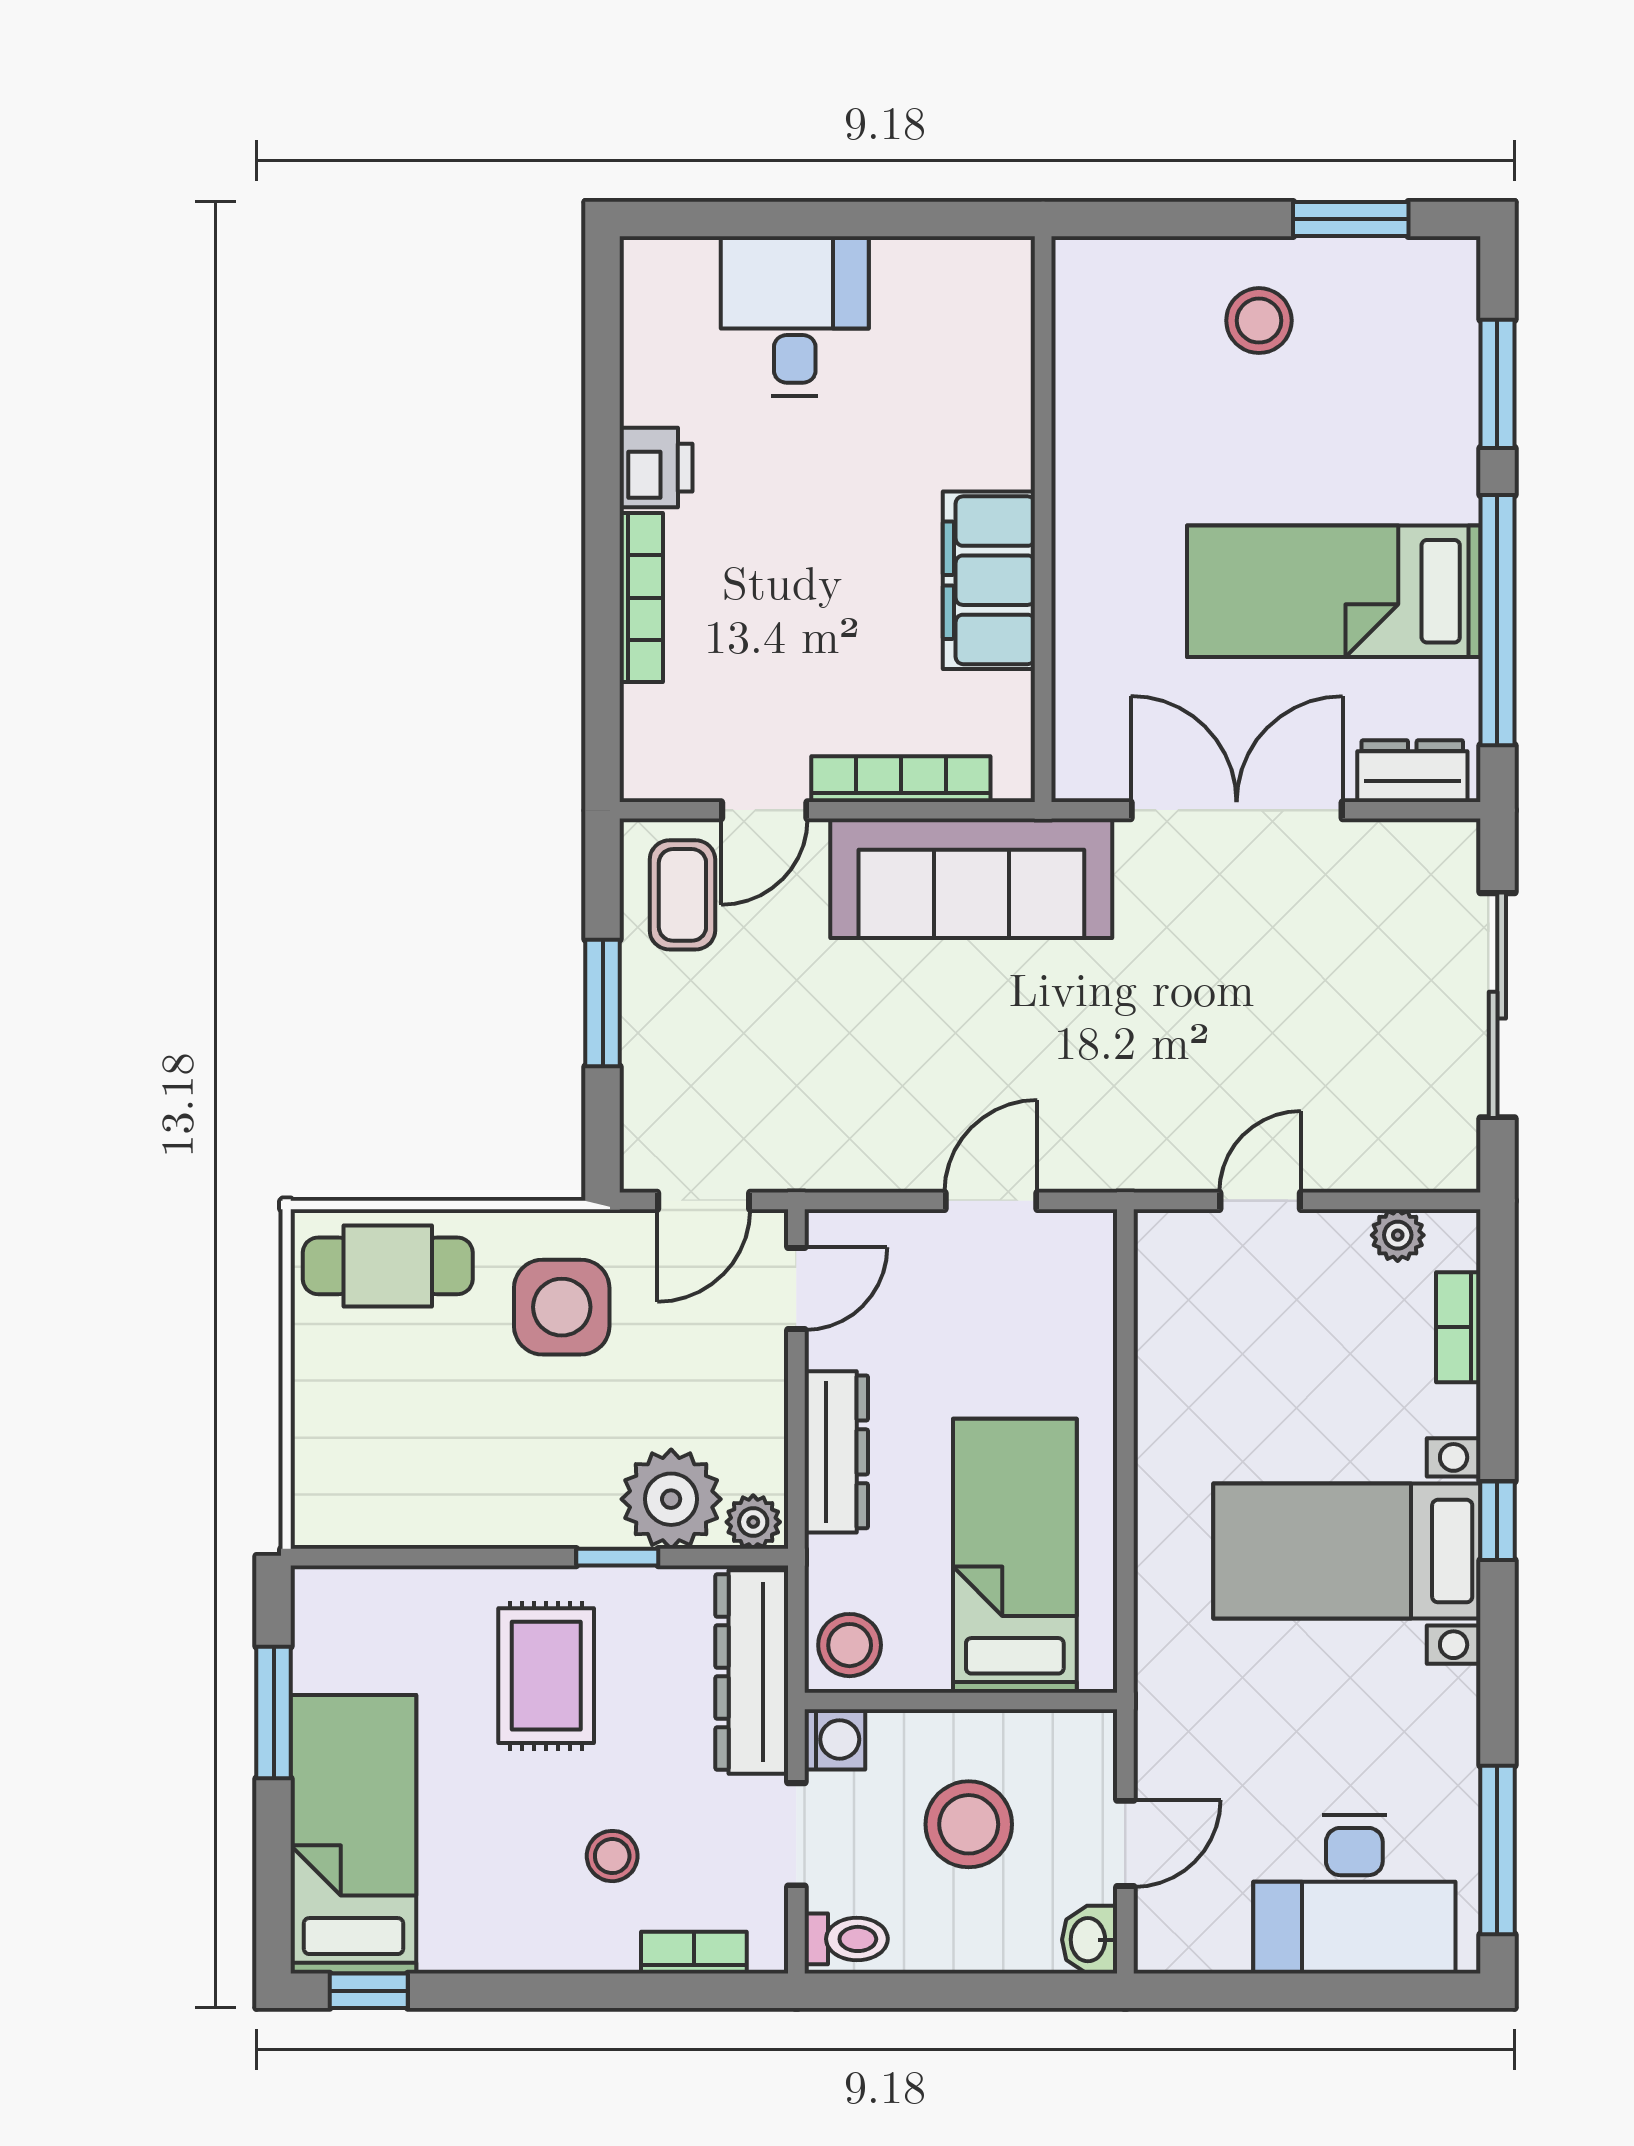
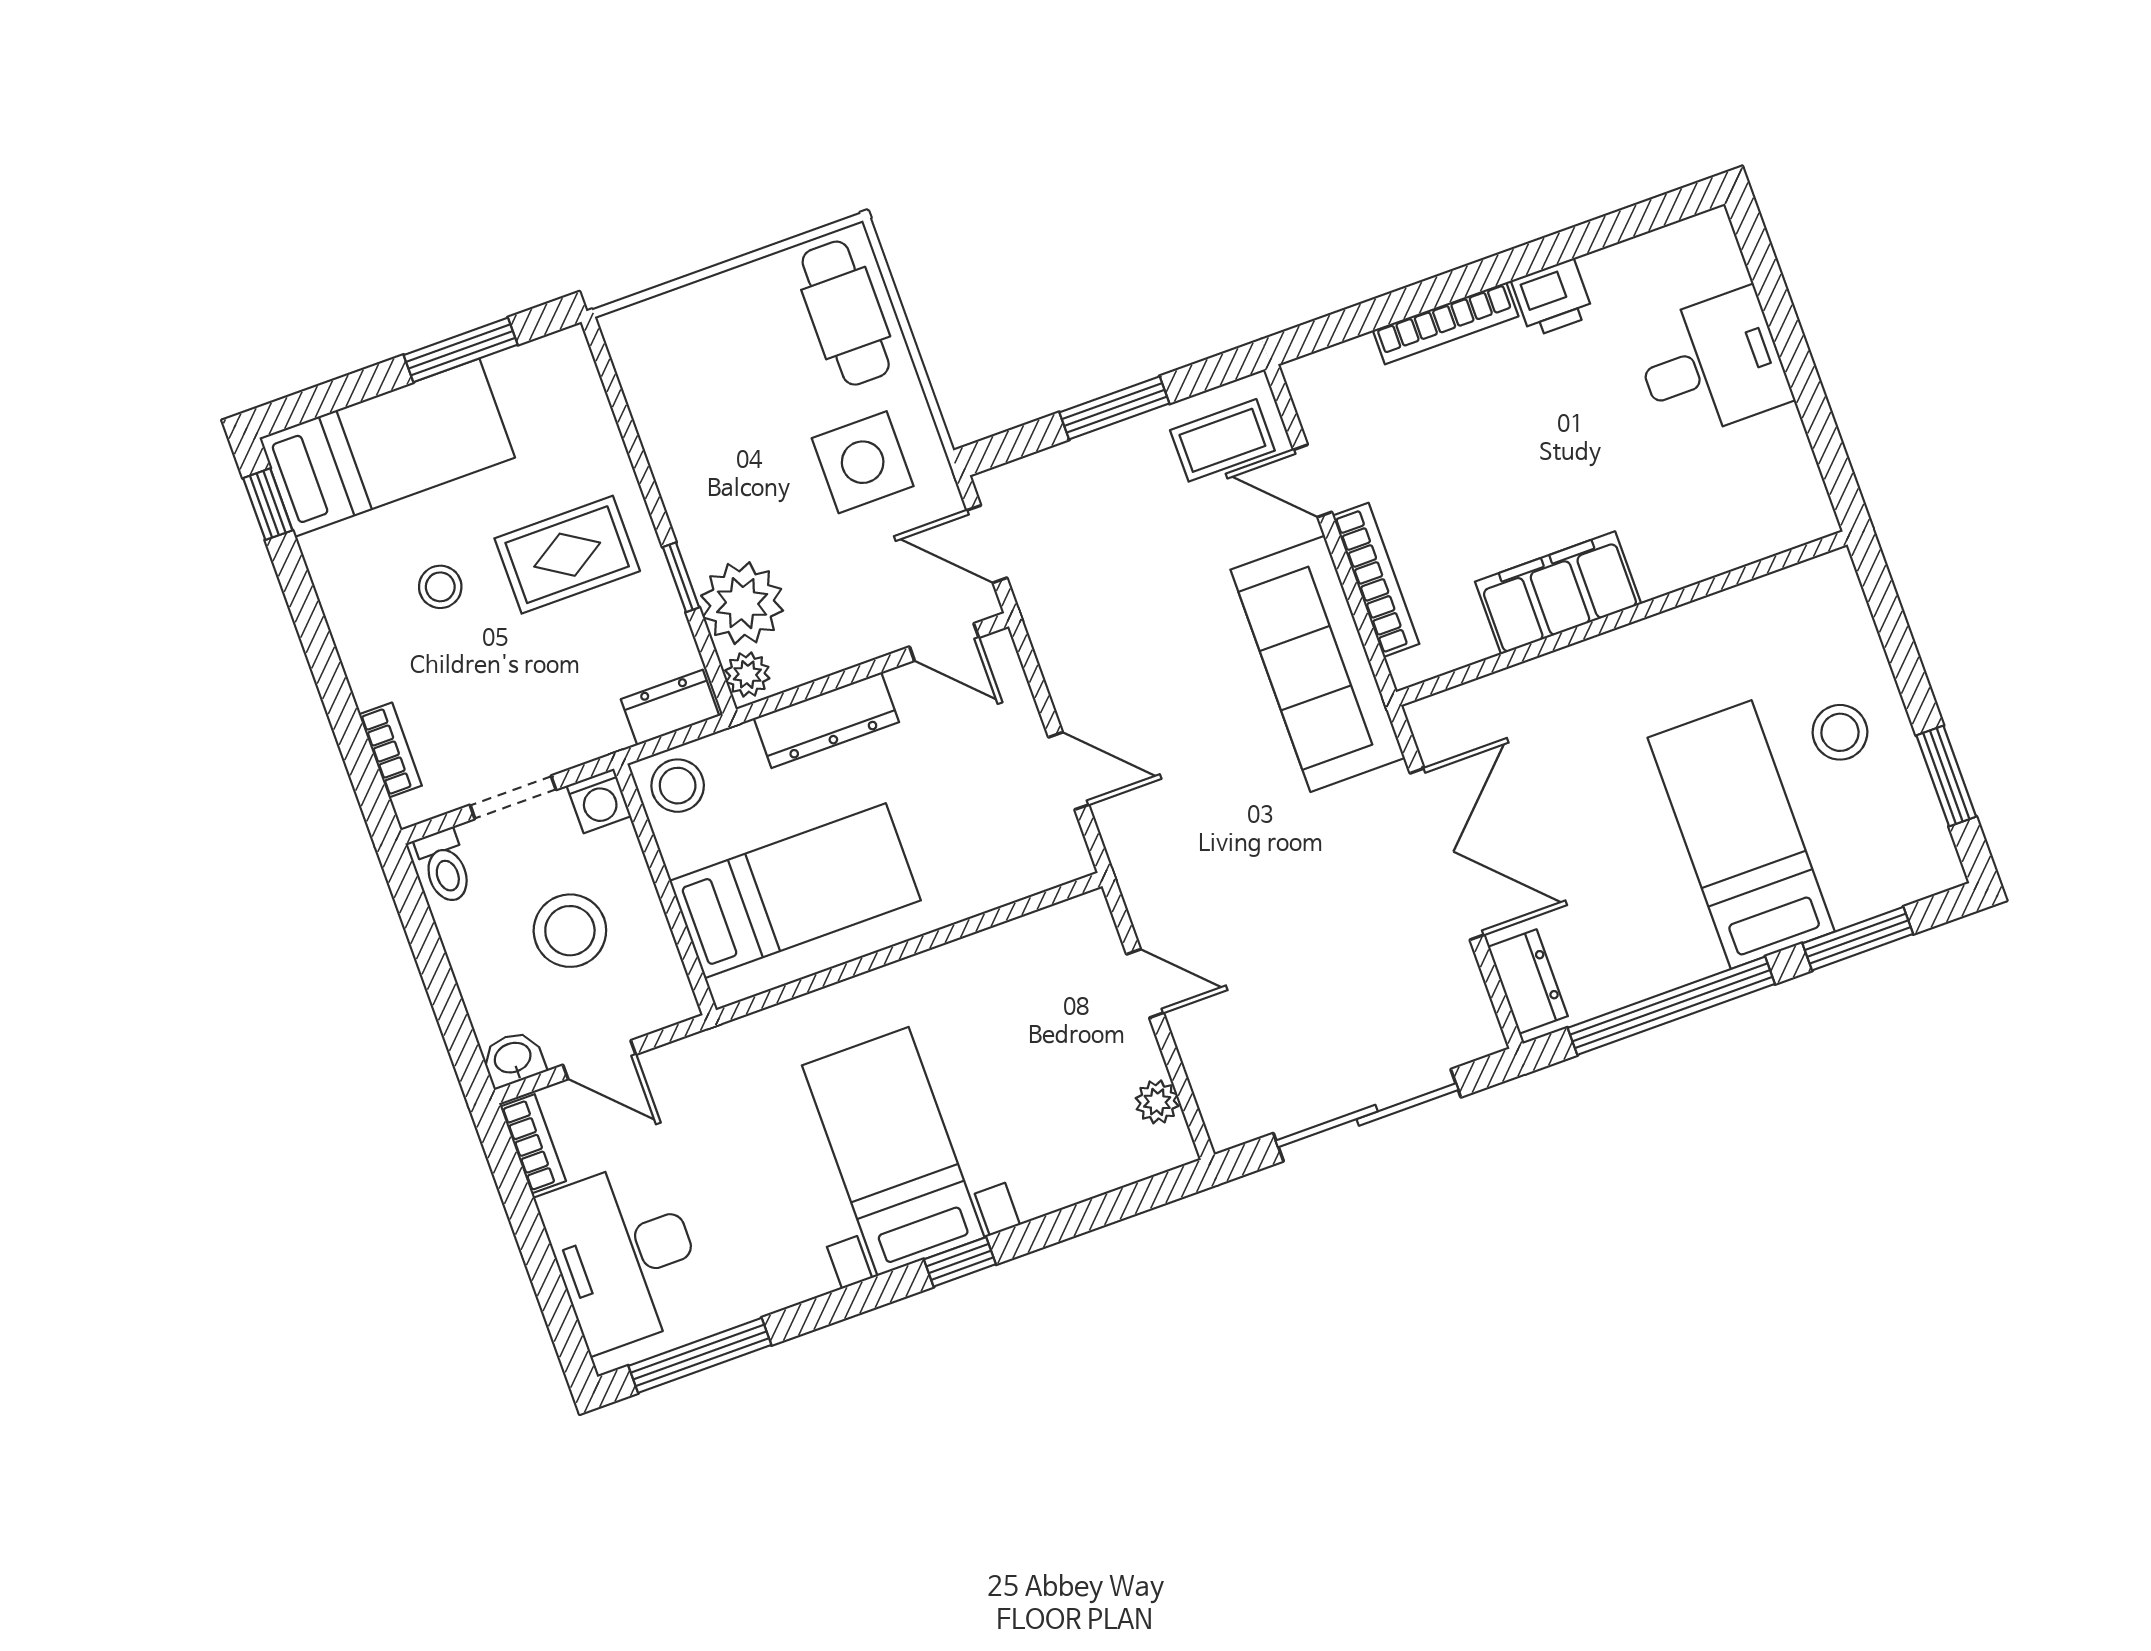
bed: (1334, 591) -> (1741, 835), moved
bookcase: (1458, 1327) -> (533, 1144), moved, turned 90
dresser: (752, 1672) -> (670, 707), width x0.51, depth x0.80
stool: (612, 1856) -> (440, 587), moved

